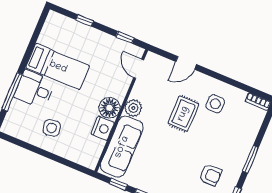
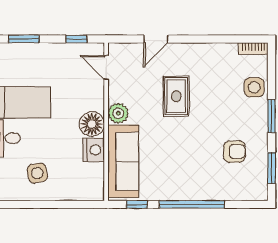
window: (85, 20) -> (24, 39), width x1.50
side table: (215, 104) -> (254, 87), moved

